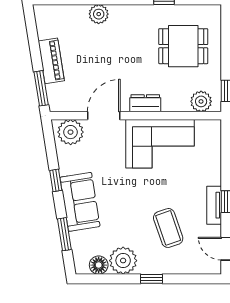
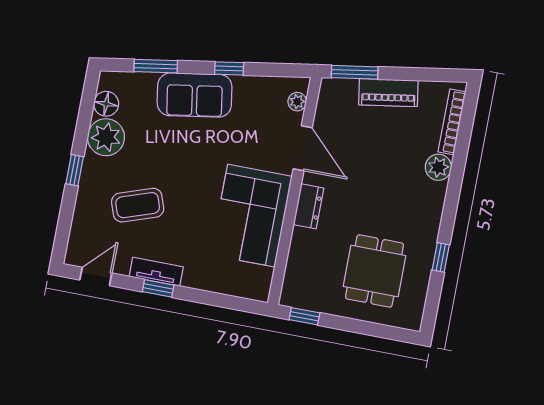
bookcase: (64, 10) -> (452, 122), added
plant: (201, 101) -> (297, 281), removed
plant: (71, 132) -> (297, 102), width x0.53, depth x0.53

